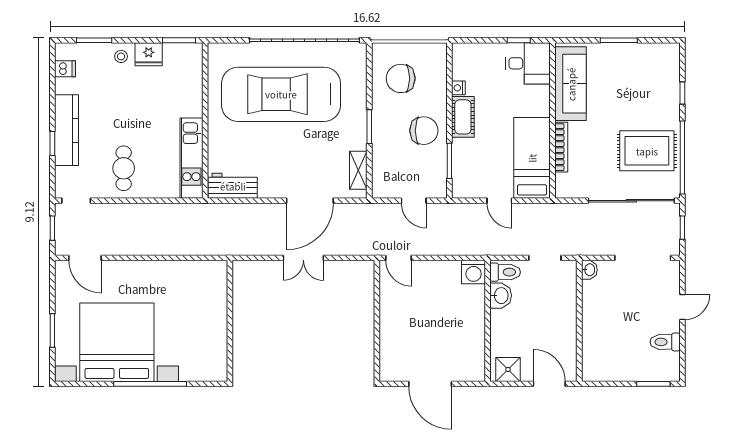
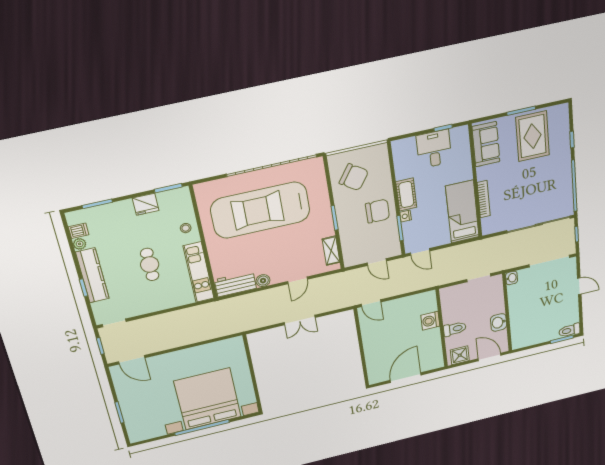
stool: (121, 56) -> (186, 228), moved
desk: (528, 63) -> (434, 149), moved, turned -90
chair: (401, 78) -> (354, 177), turned -146
sofa: (571, 84) -> (486, 144), width x0.73
plant: (62, 86) -> (80, 244), added
nightstand: (458, 88) -> (406, 216), moved
rug: (647, 151) -> (533, 136), moved, turned 90
cafe table: (124, 168) -> (150, 264), moved
boiler: (267, 190) -> (263, 281), added
door: (310, 201) -> (297, 280), width x0.53
door: (499, 201) -> (420, 252), moved
washing machine: (474, 272) -> (430, 321), moved, turned 90
toilet: (505, 272) -> (455, 329), moved
washbasin: (501, 296) -> (499, 322), moved, turned 180
door: (682, 307) -> (579, 286), hinge flipped
bed with nightstands: (117, 342) -> (208, 399), moved
toilet: (665, 342) -> (569, 330), moved
door: (430, 384) -> (406, 378), swing flipped

